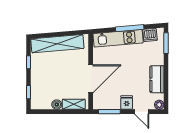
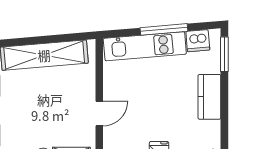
door: (91, 79) -> (99, 113), width x0.53
kitchen counter: (157, 79) -> (209, 97), moved

